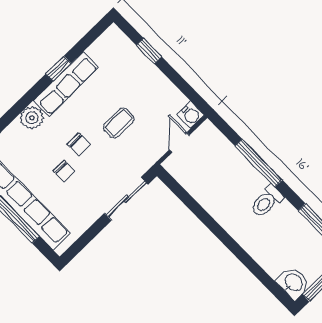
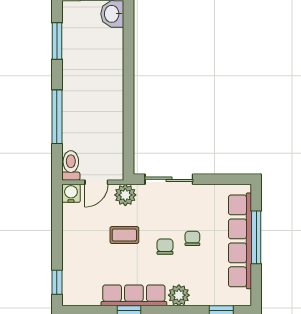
window: (149, 51) -> (57, 282), moved
plant: (148, 154) -> (125, 195), added
toilet: (267, 201) -> (71, 165), moved, turned -90

